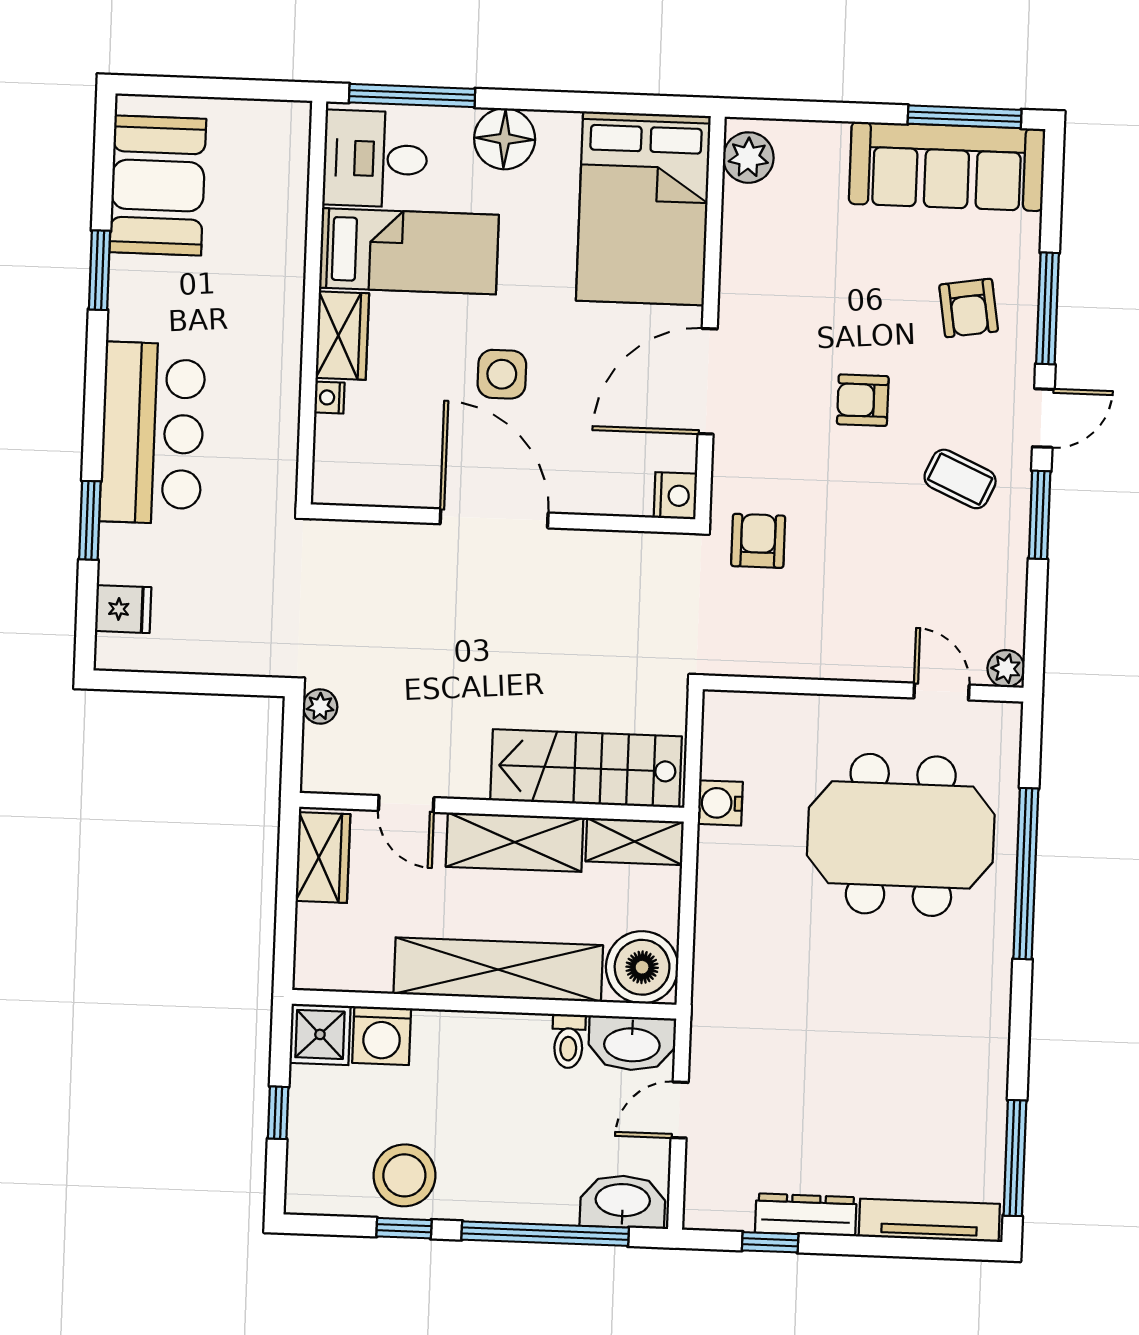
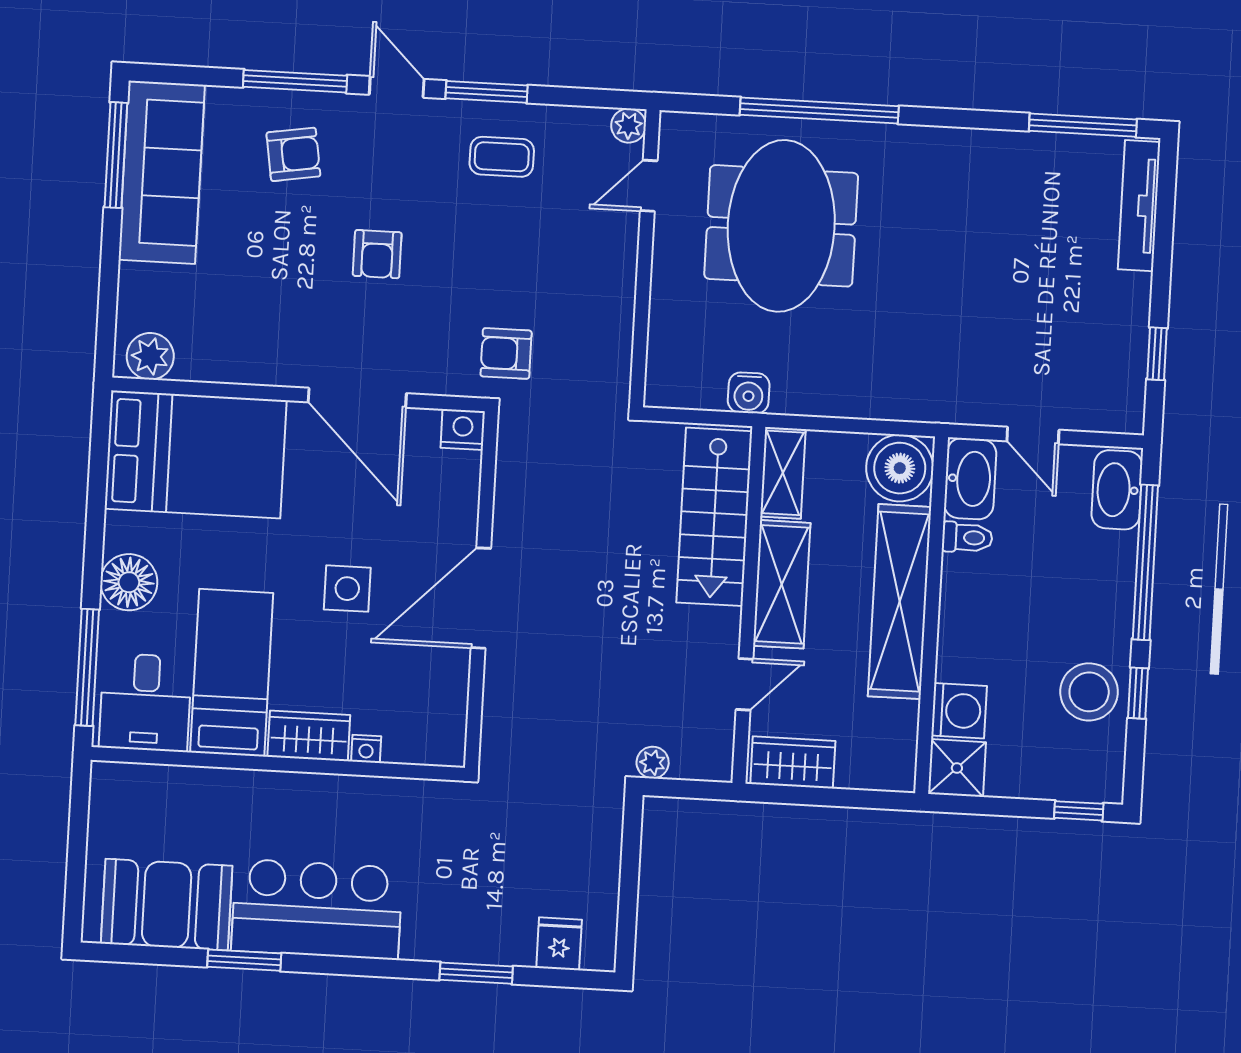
bar counter: (152, 433) -> (317, 909), moved
coffee table: (960, 479) -> (502, 157), moved, turned 66
window: (278, 1113) -> (1079, 811), moved
dresser: (806, 1215) -> (1132, 320), removed

